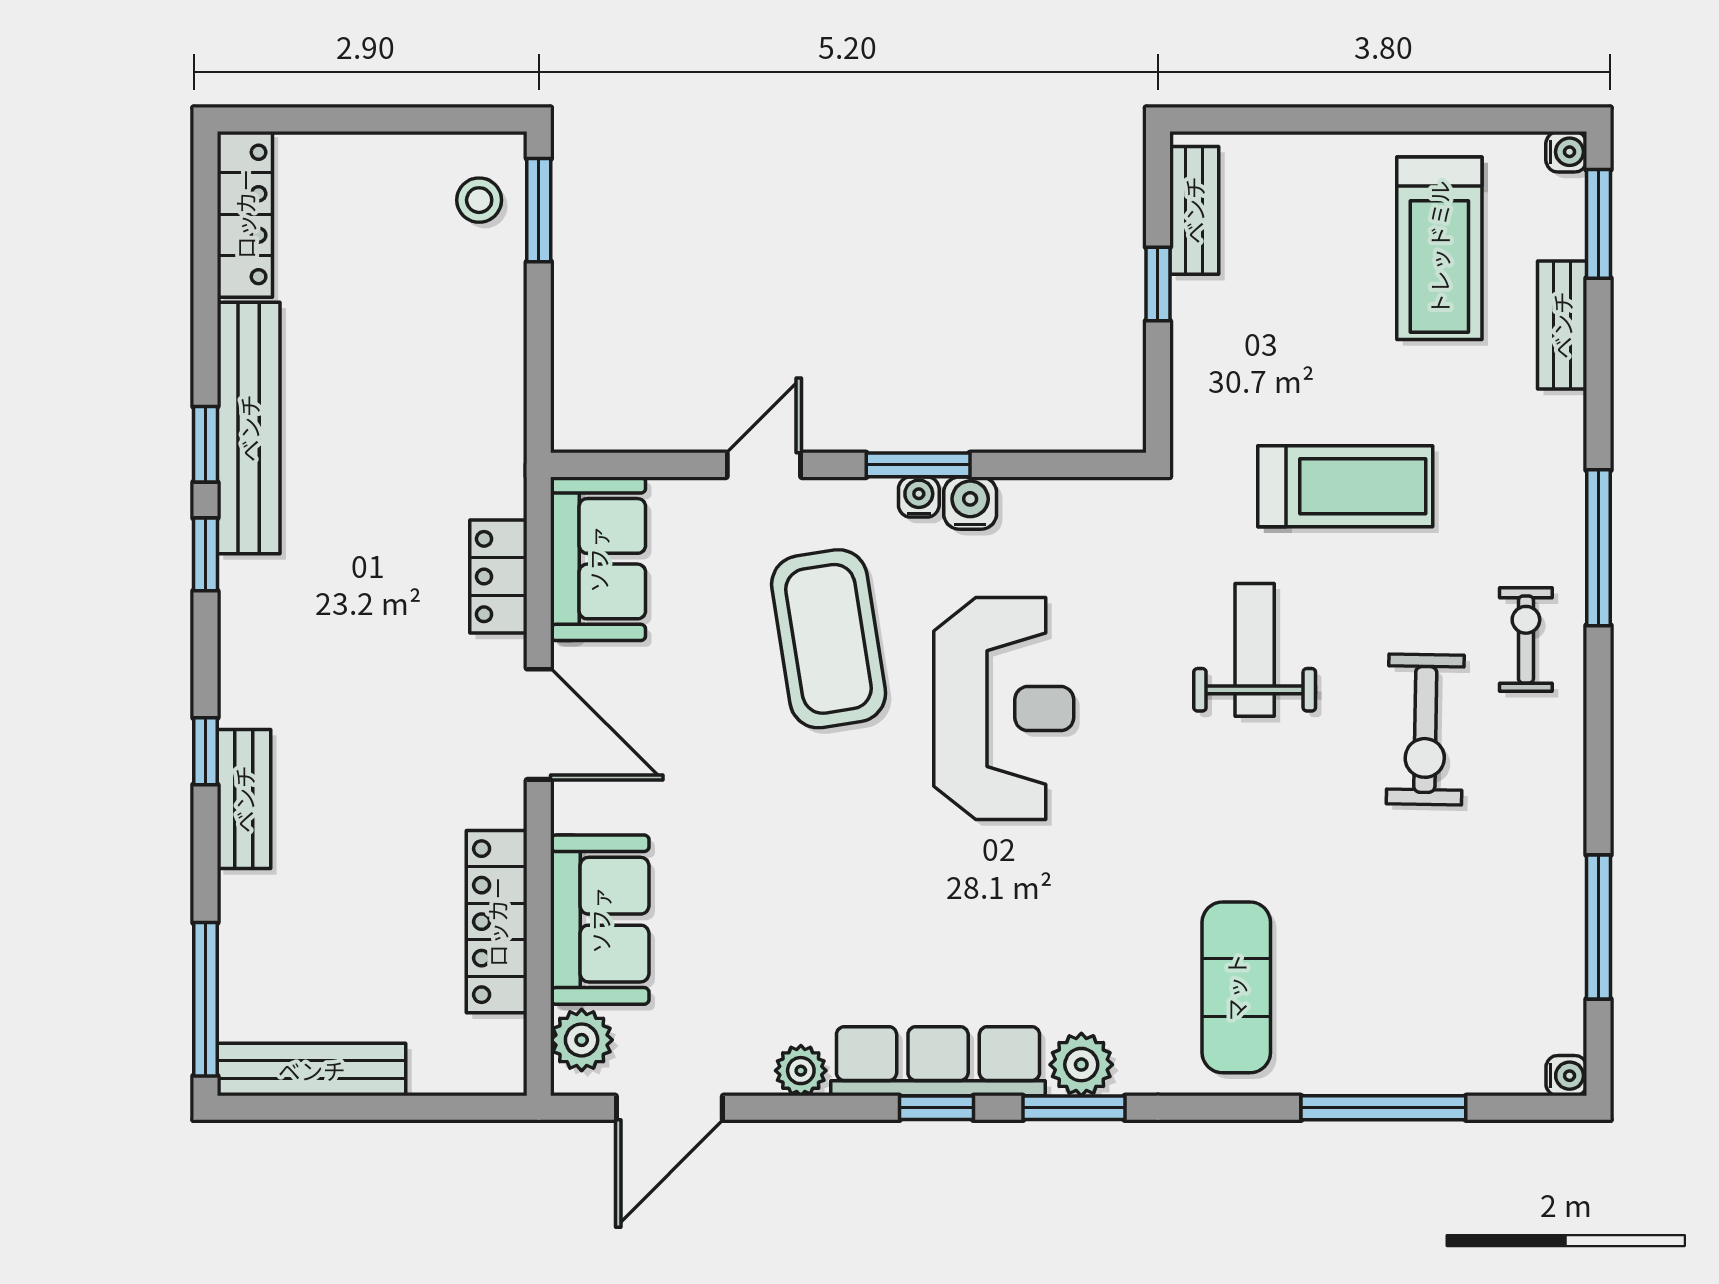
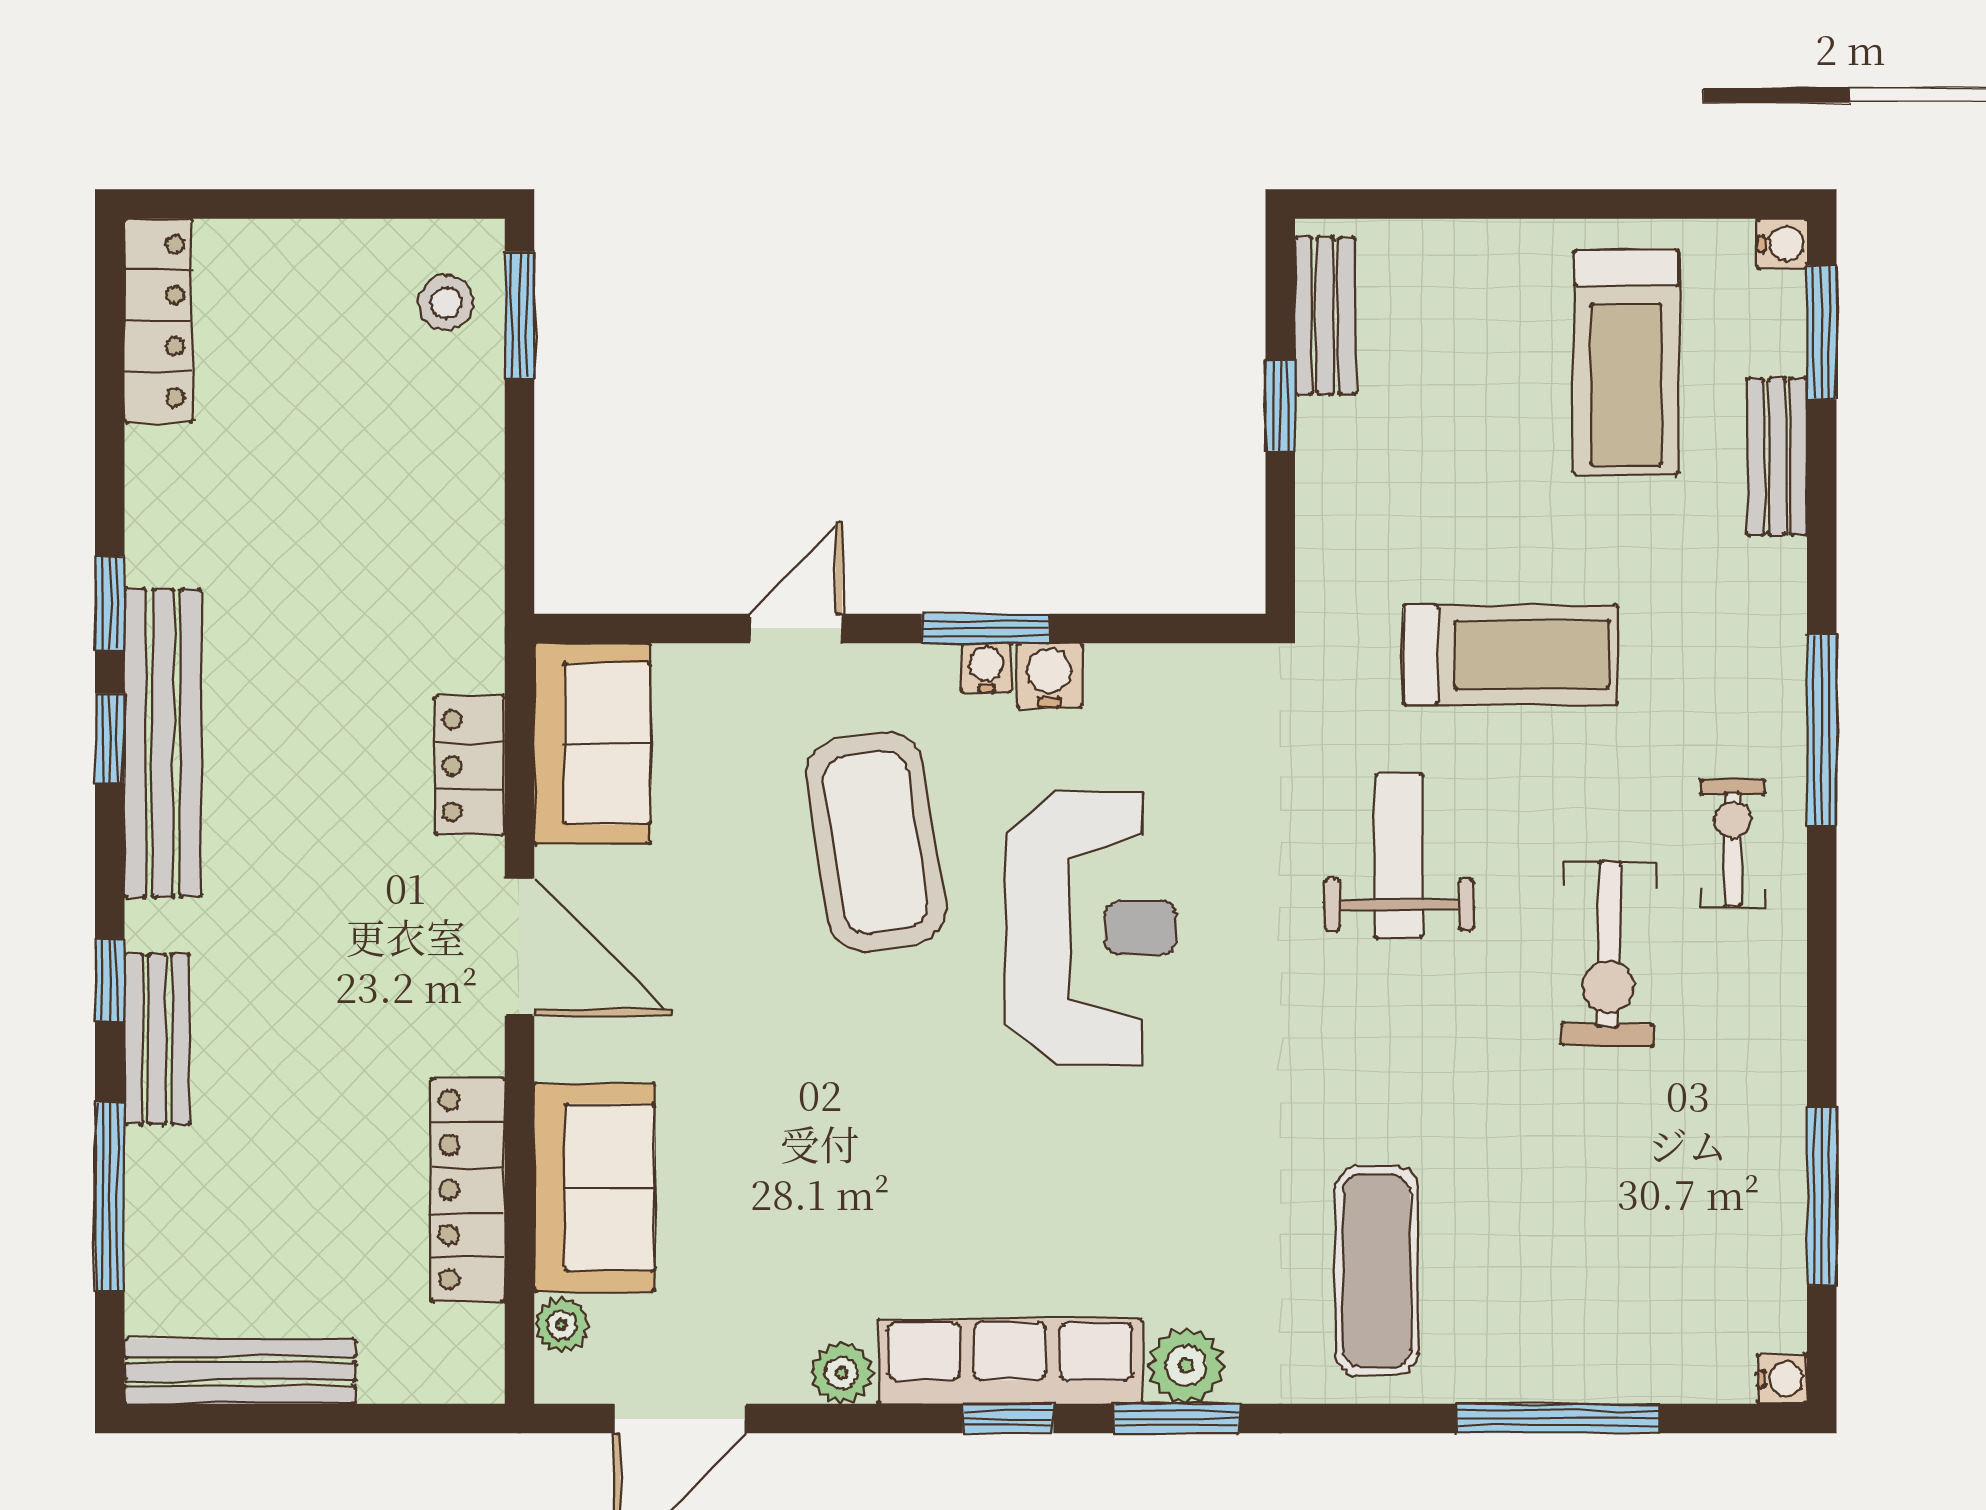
bench: (249, 428) -> (163, 743), moved
window: (205, 999) -> (110, 1197), moved
plant: (582, 1040) -> (562, 1325), width x0.73, depth x0.73

